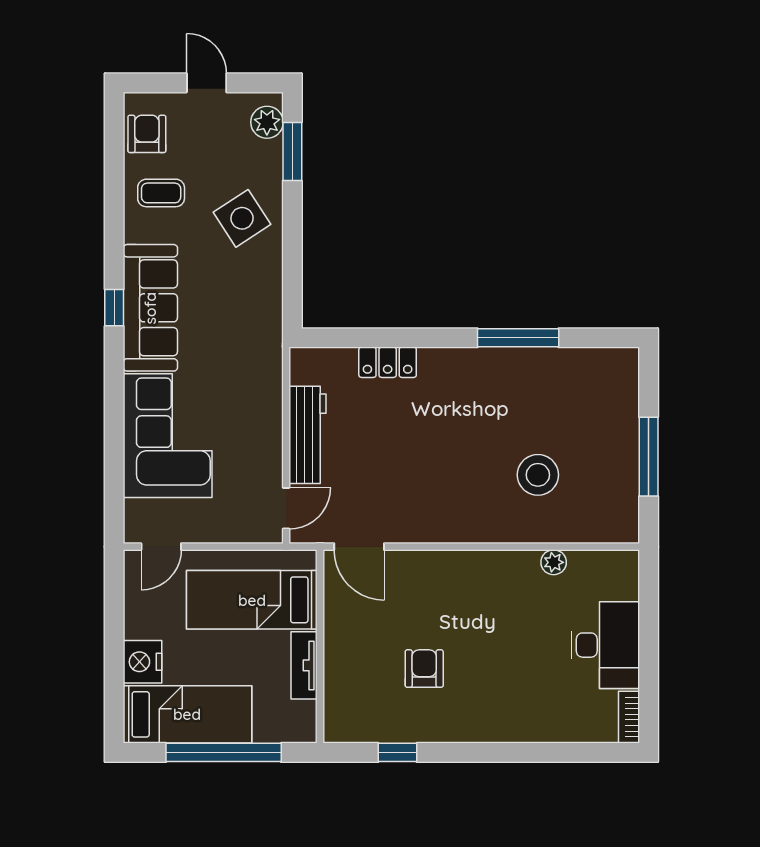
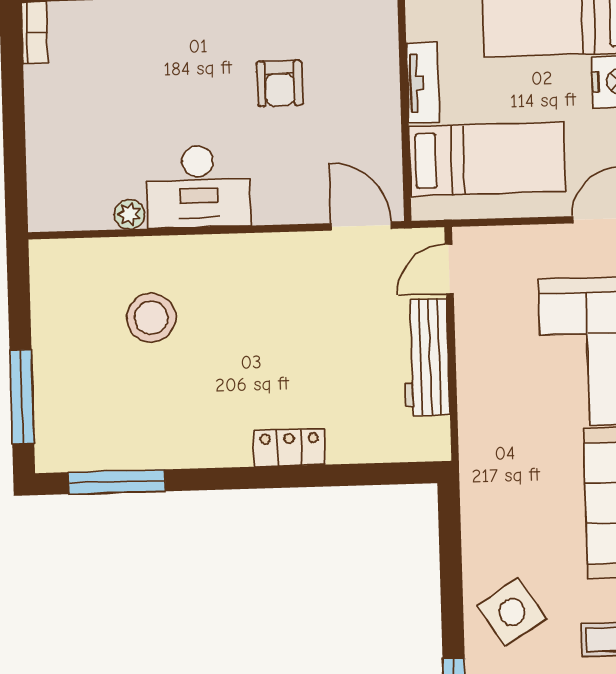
window: (518, 338) -> (117, 482), moved
locker: (388, 362) -> (289, 448), moved
window: (649, 457) -> (22, 397), moved
desk: (605, 645) -> (198, 186), moved, turned -90

